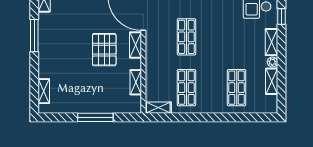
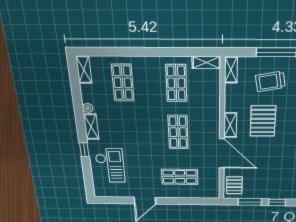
shelving: (272, 81) -> (84, 70), moved
shelving: (136, 82) -> (231, 70), moved
trolley: (99, 90) -> (270, 82), added

